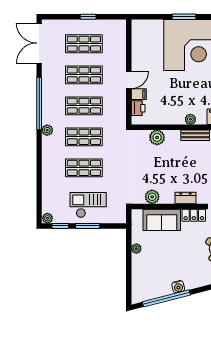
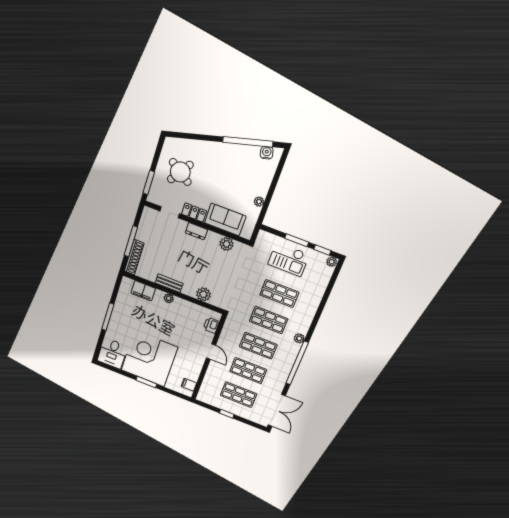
door: (129, 80) -> (211, 351), swing flipped
filing cabinet: (139, 94) -> (189, 385), moved
water cooler: (178, 287) -> (267, 153), moved

